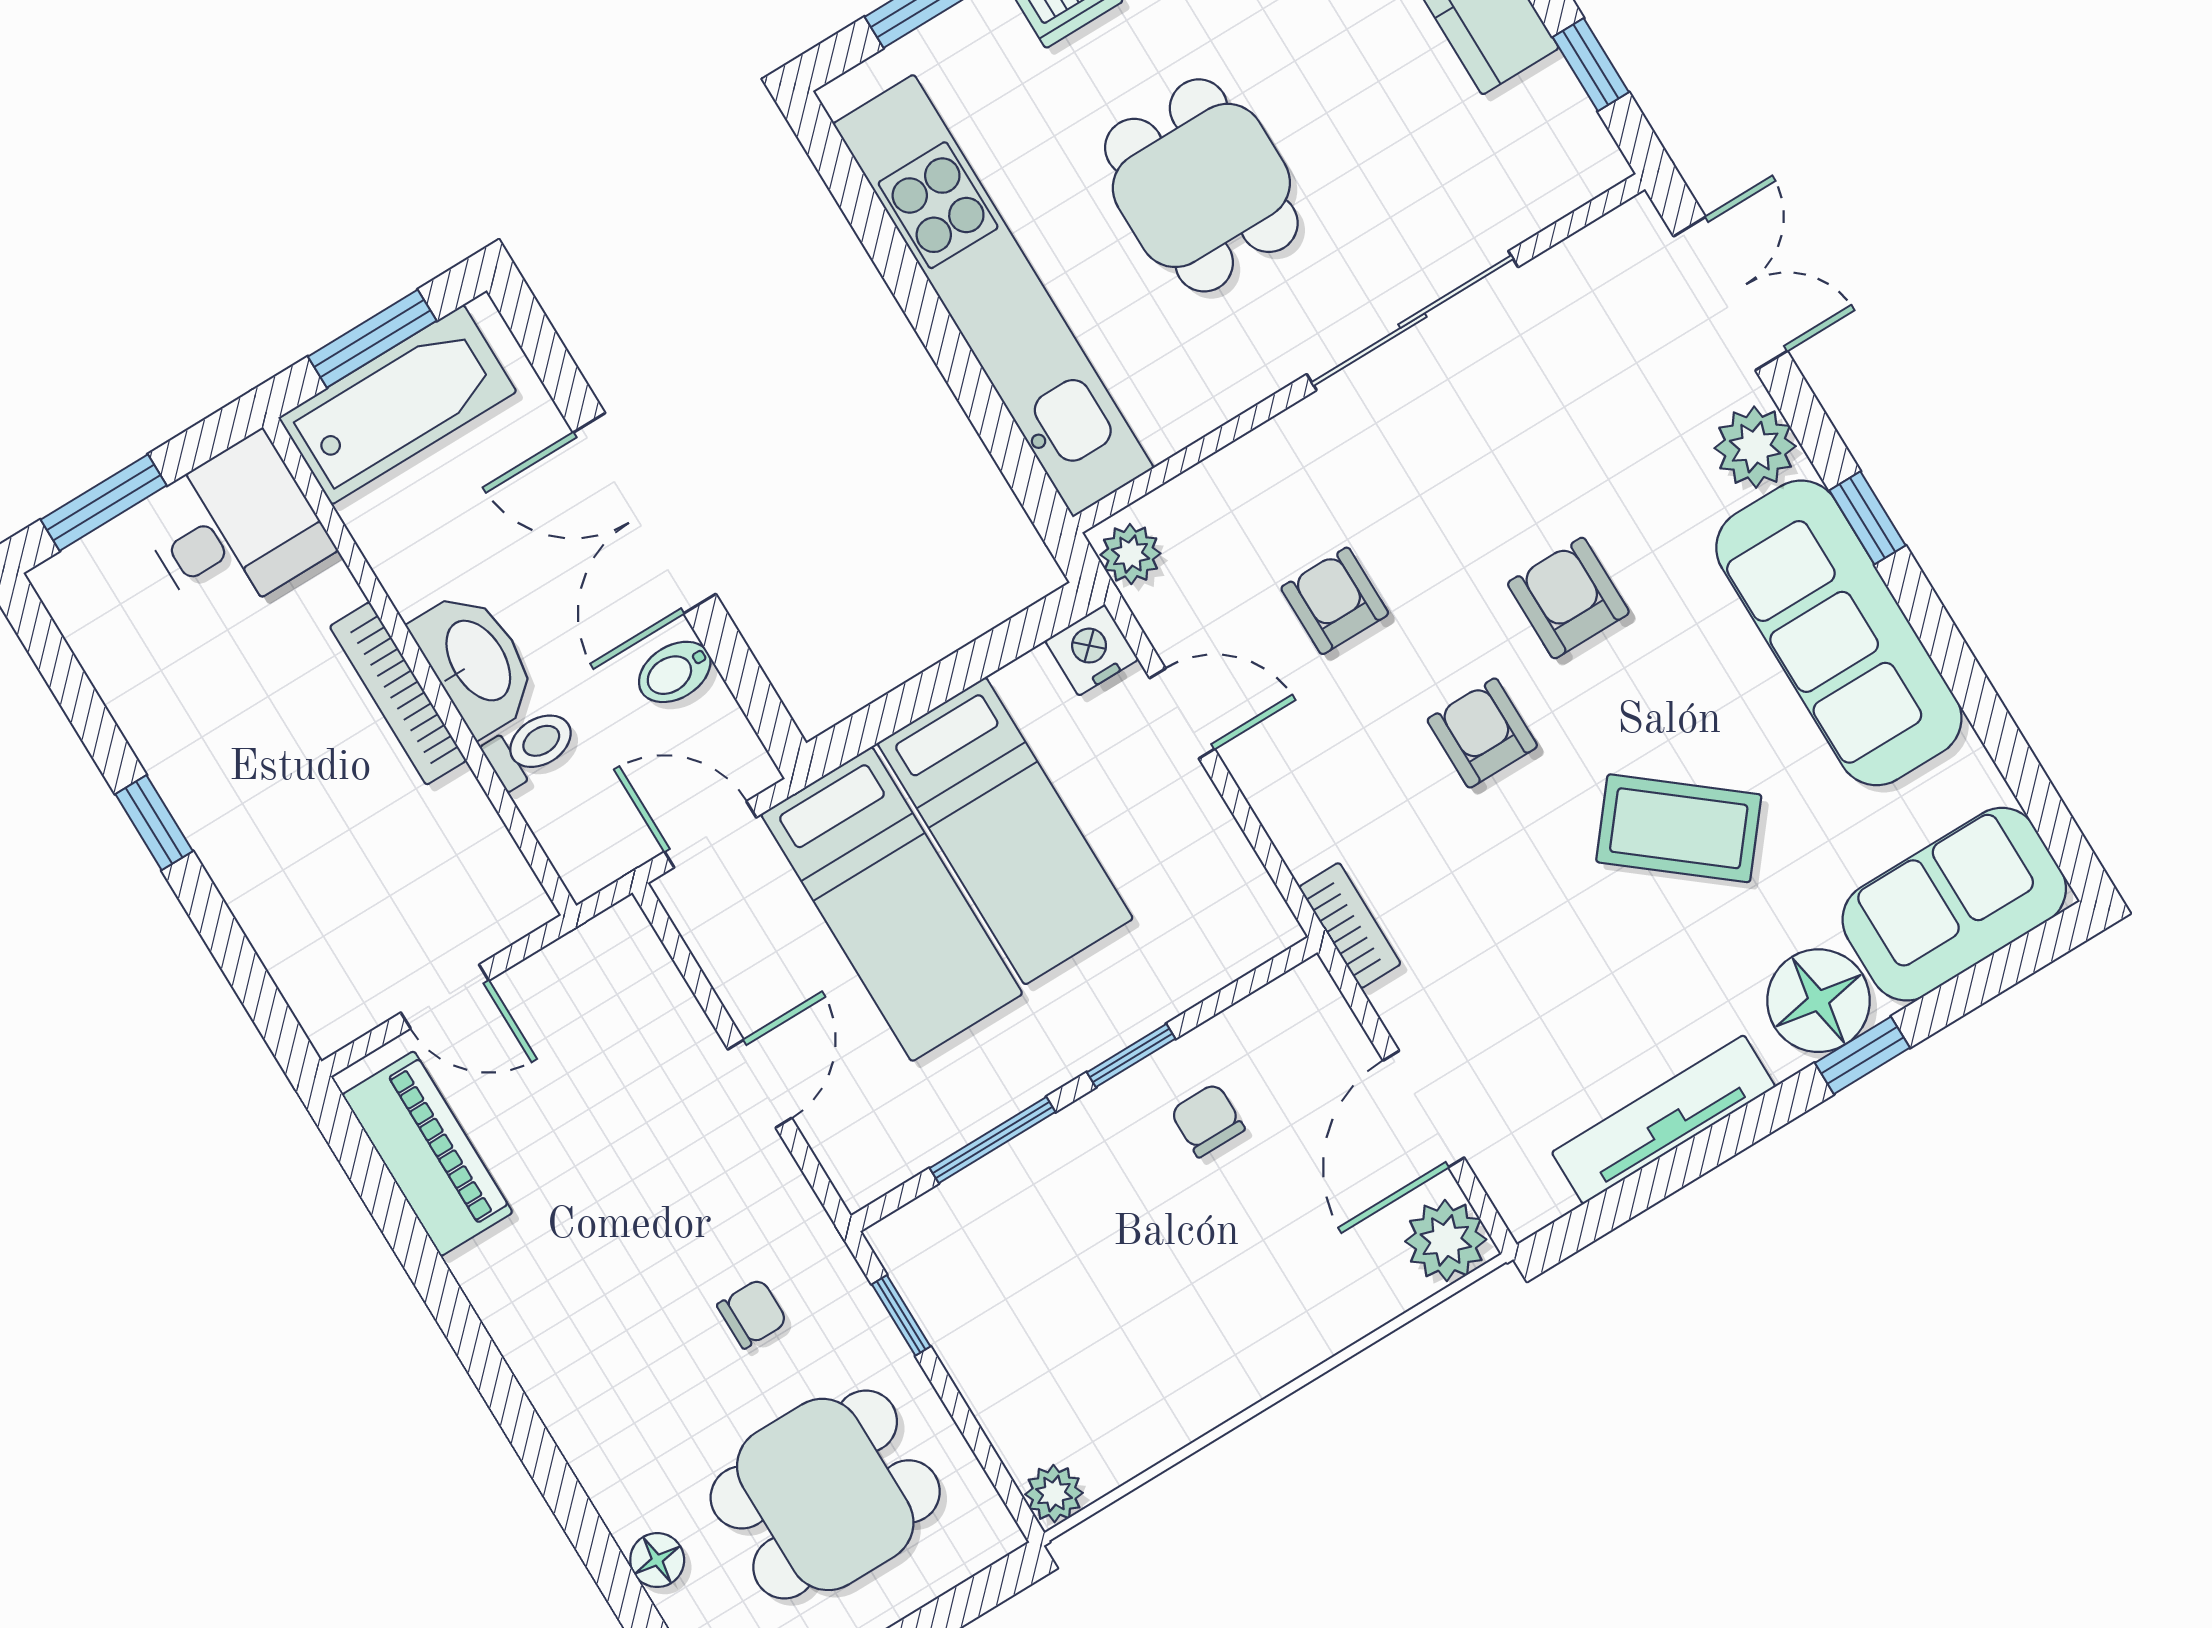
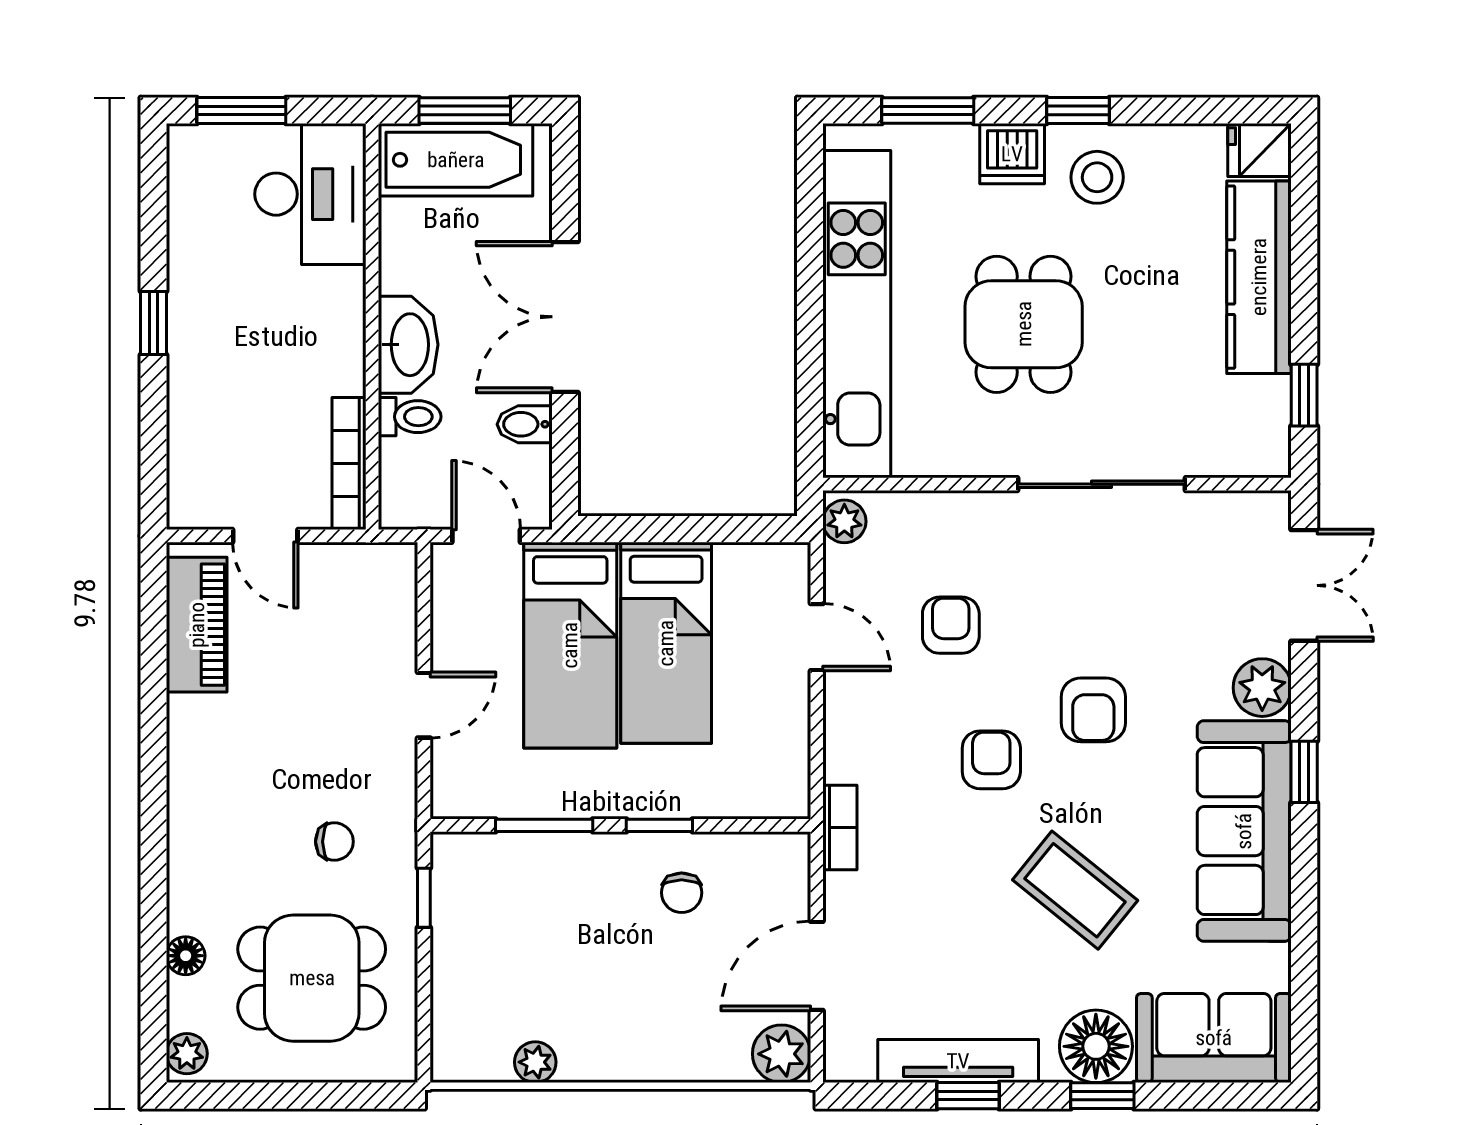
desk: (234, 529) -> (310, 194), width x1.37
armchair: (1568, 598) -> (1093, 710), turned 180
nightstand: (1092, 650) -> (785, 565), removed
bookcase: (398, 693) -> (349, 464), moved
chair: (1207, 1120) -> (682, 893), turned 180
window: (1701, 1154) -> (968, 1096), added
plant: (1054, 1494) -> (535, 1062), moved

